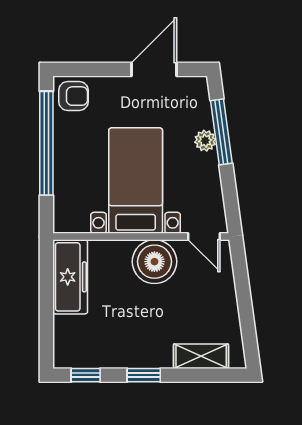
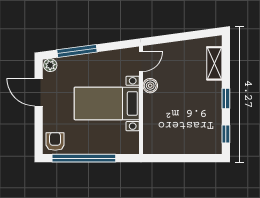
plant: (205, 141) -> (50, 65), moved
boiler: (154, 262) -> (150, 86), width x0.54, depth x0.54
freezer: (70, 277) -> (166, 144), removed

